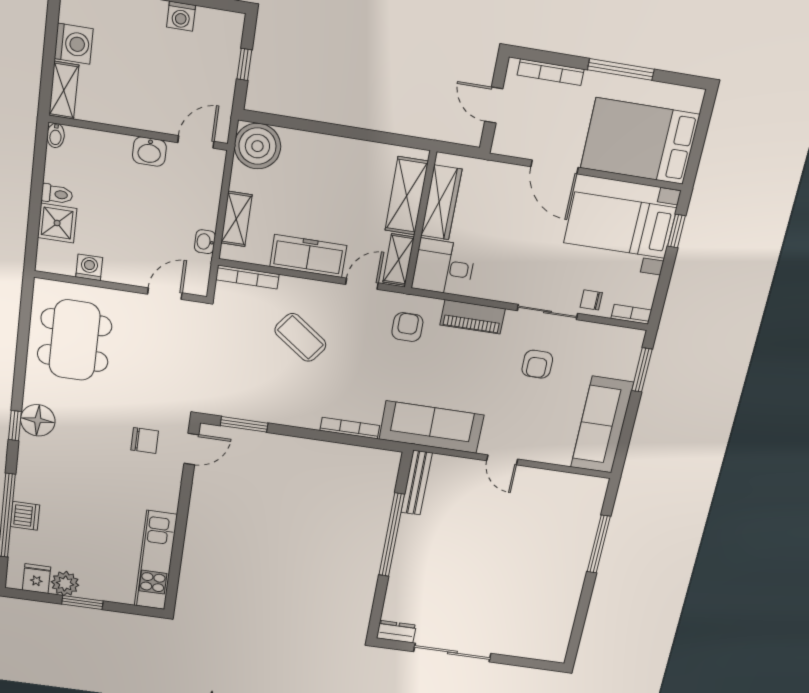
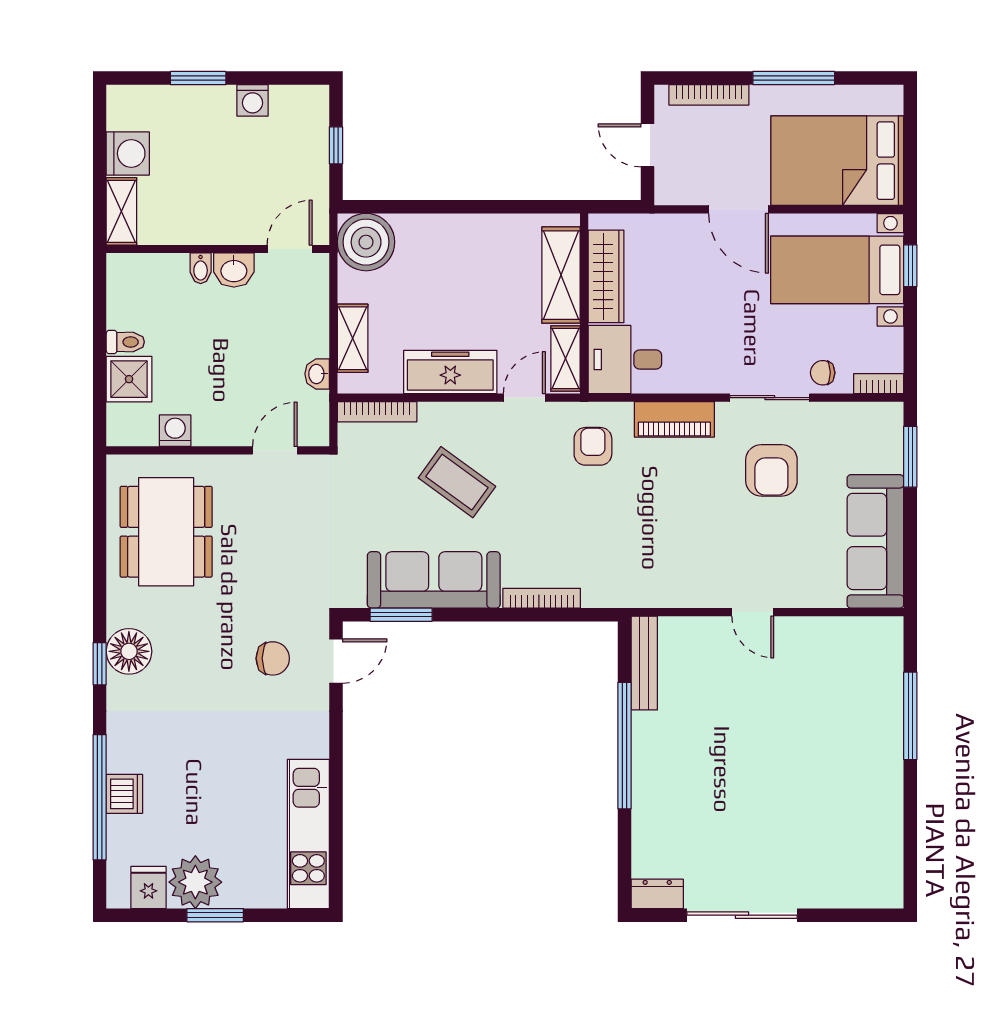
bidet: (56, 135) -> (201, 268), moved
armchair: (537, 364) -> (771, 470), width x1.38, depth x1.38
sofa: (431, 427) -> (434, 580), moved
plant: (65, 584) -> (195, 882), width x1.36, depth x1.36

